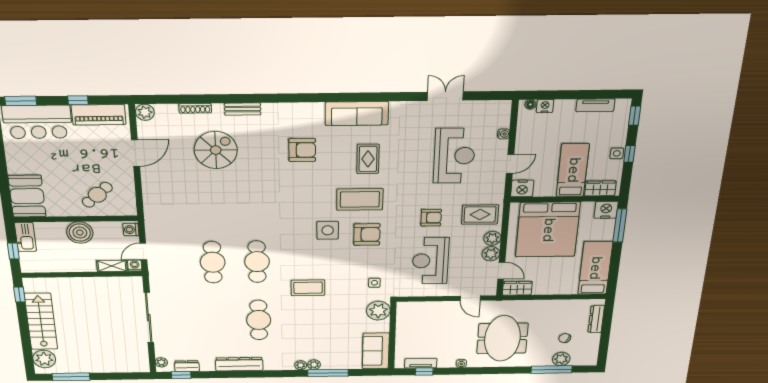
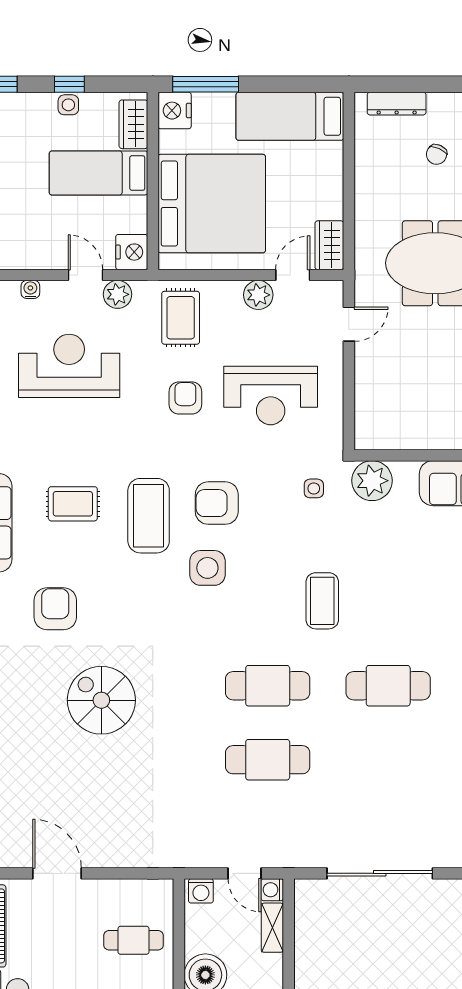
spiral stairs: (216, 150) -> (101, 700), moved
cafe table: (97, 195) -> (134, 940), turned -48
armchair: (367, 235) -> (217, 503), turned -90
plant: (492, 238) -> (118, 294), moved

